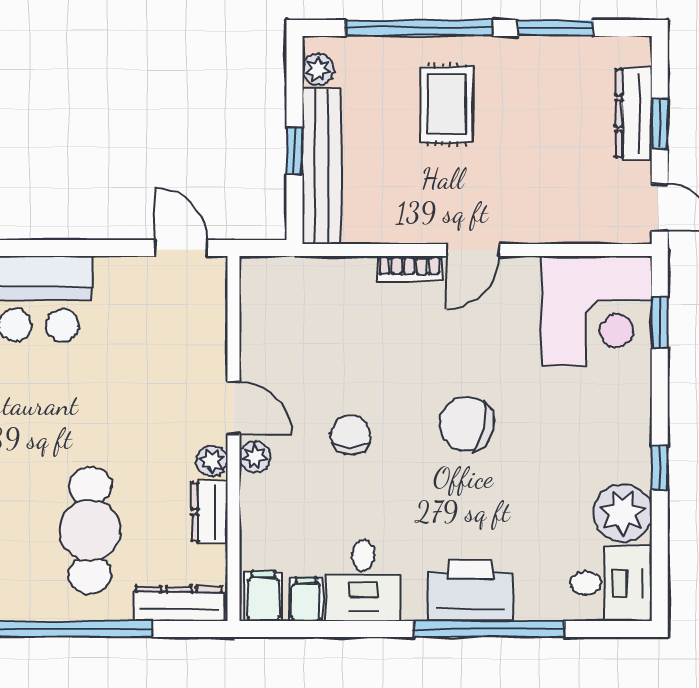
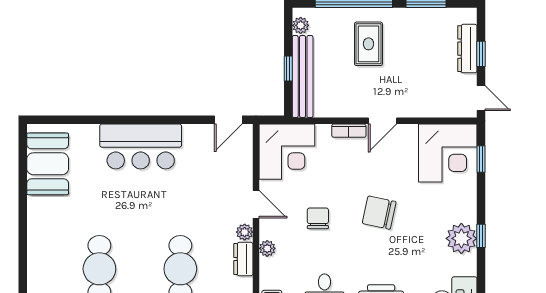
door: (181, 248) -> (228, 120), swing flipped
corner desk: (292, 308) -> (287, 152), added
plant: (255, 457) -> (267, 248), moved
plant: (623, 513) -> (461, 238), moved

